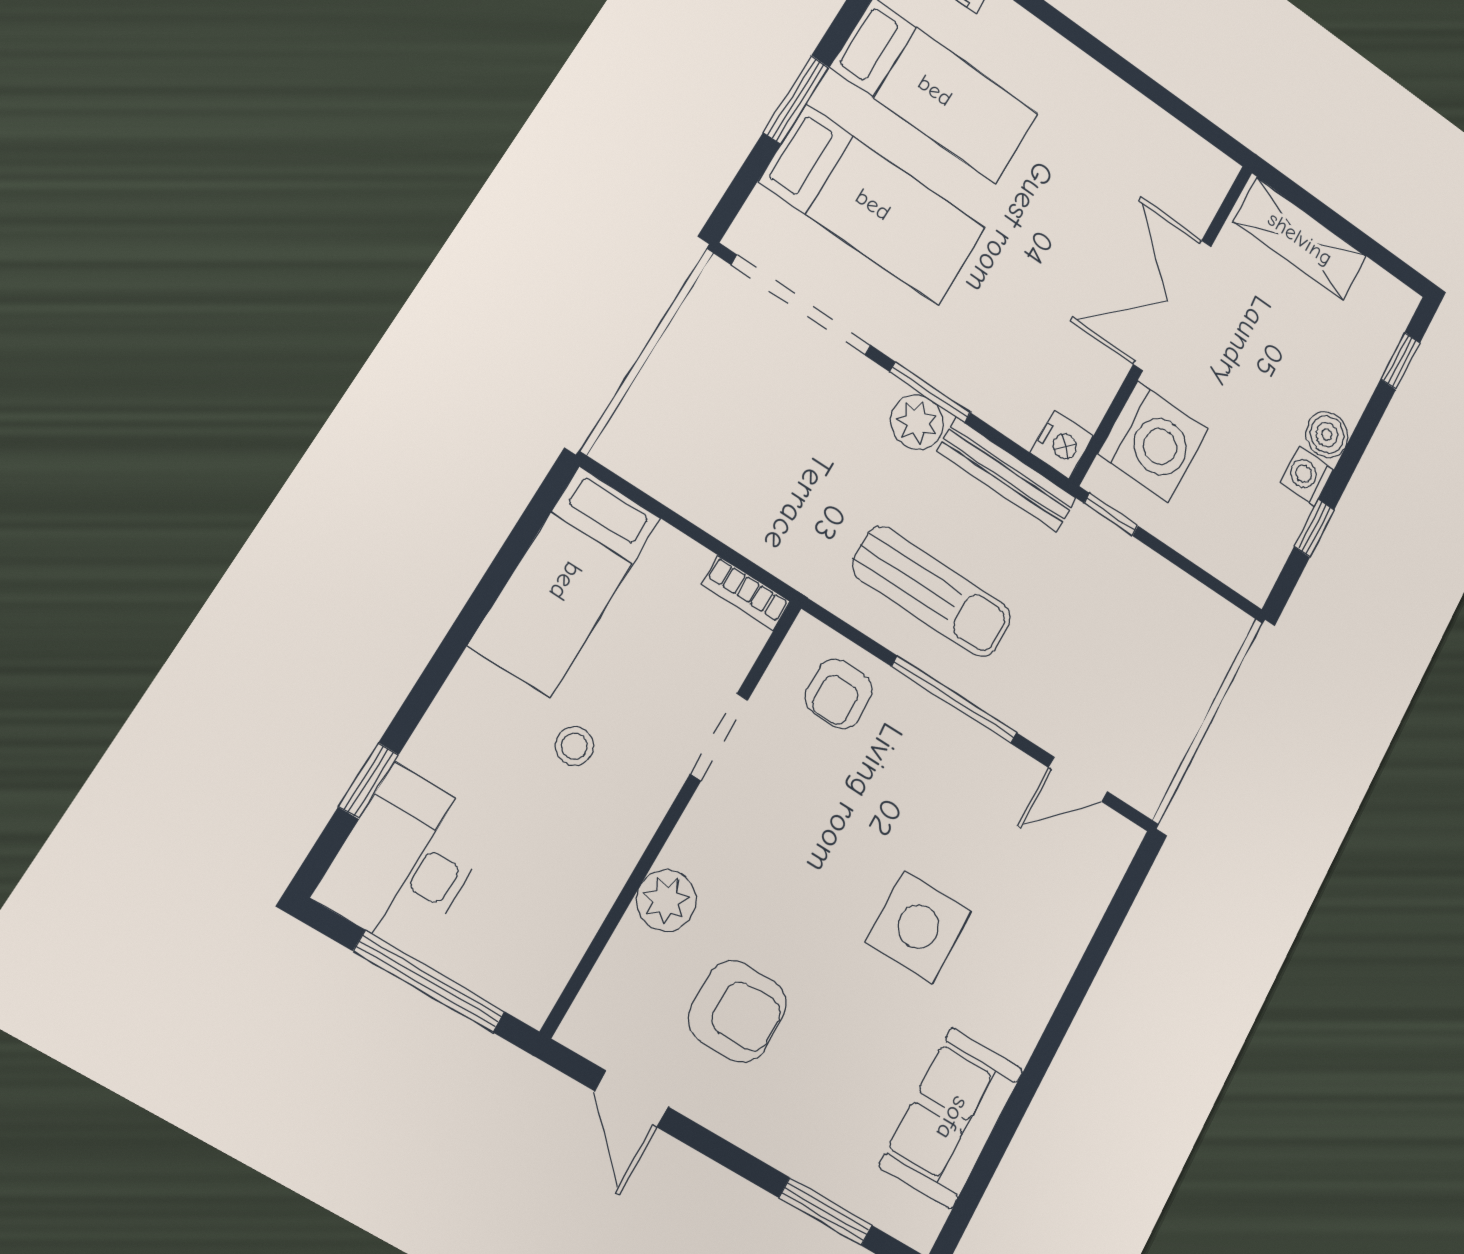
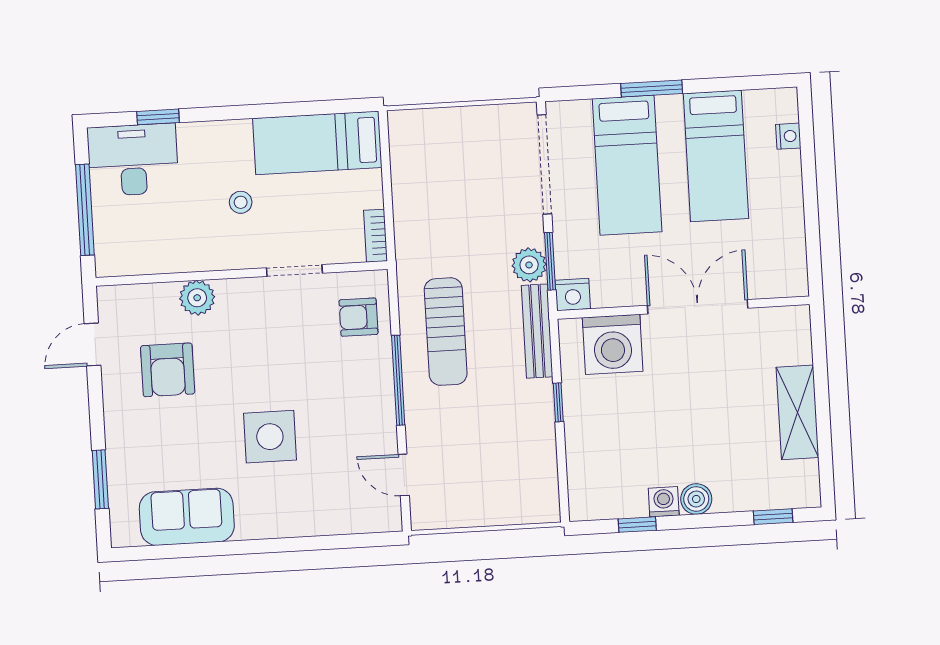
double door: (1173, 305) -> (698, 307), moved
wall: (1163, 323) -> (683, 308), moved
washing machine: (1153, 442) -> (613, 344), moved
nightstand: (1062, 444) -> (573, 294), moved

